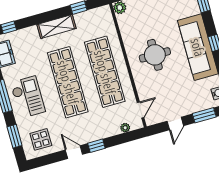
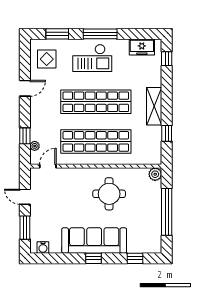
round table: (155, 55) -> (109, 194), moved
door: (141, 110) -> (48, 166), swing flipped
window: (96, 146) -> (25, 136), moved

